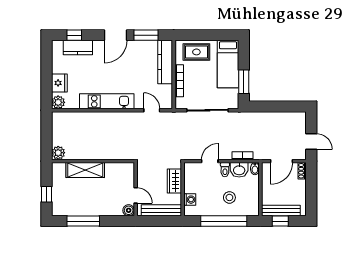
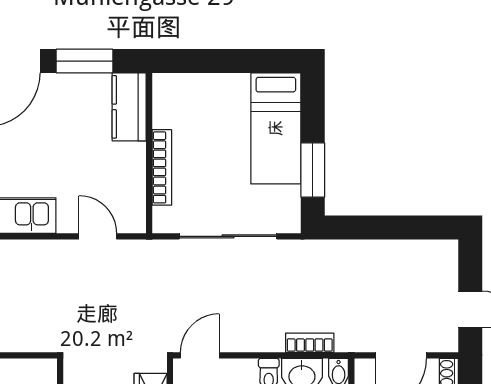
rug: (196, 52) -> (202, 100), removed
kitchen counter: (165, 62) -> (129, 107), width x0.67
door: (210, 161) -> (200, 355), moved

